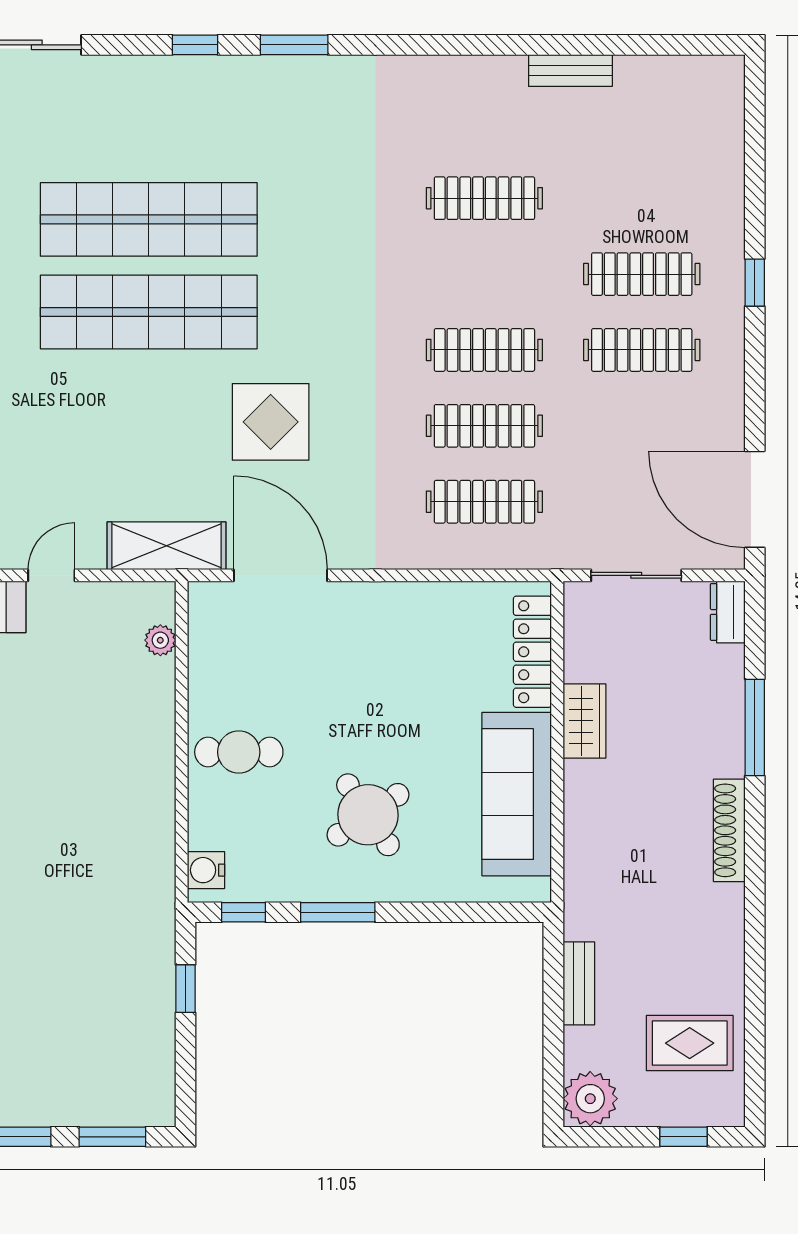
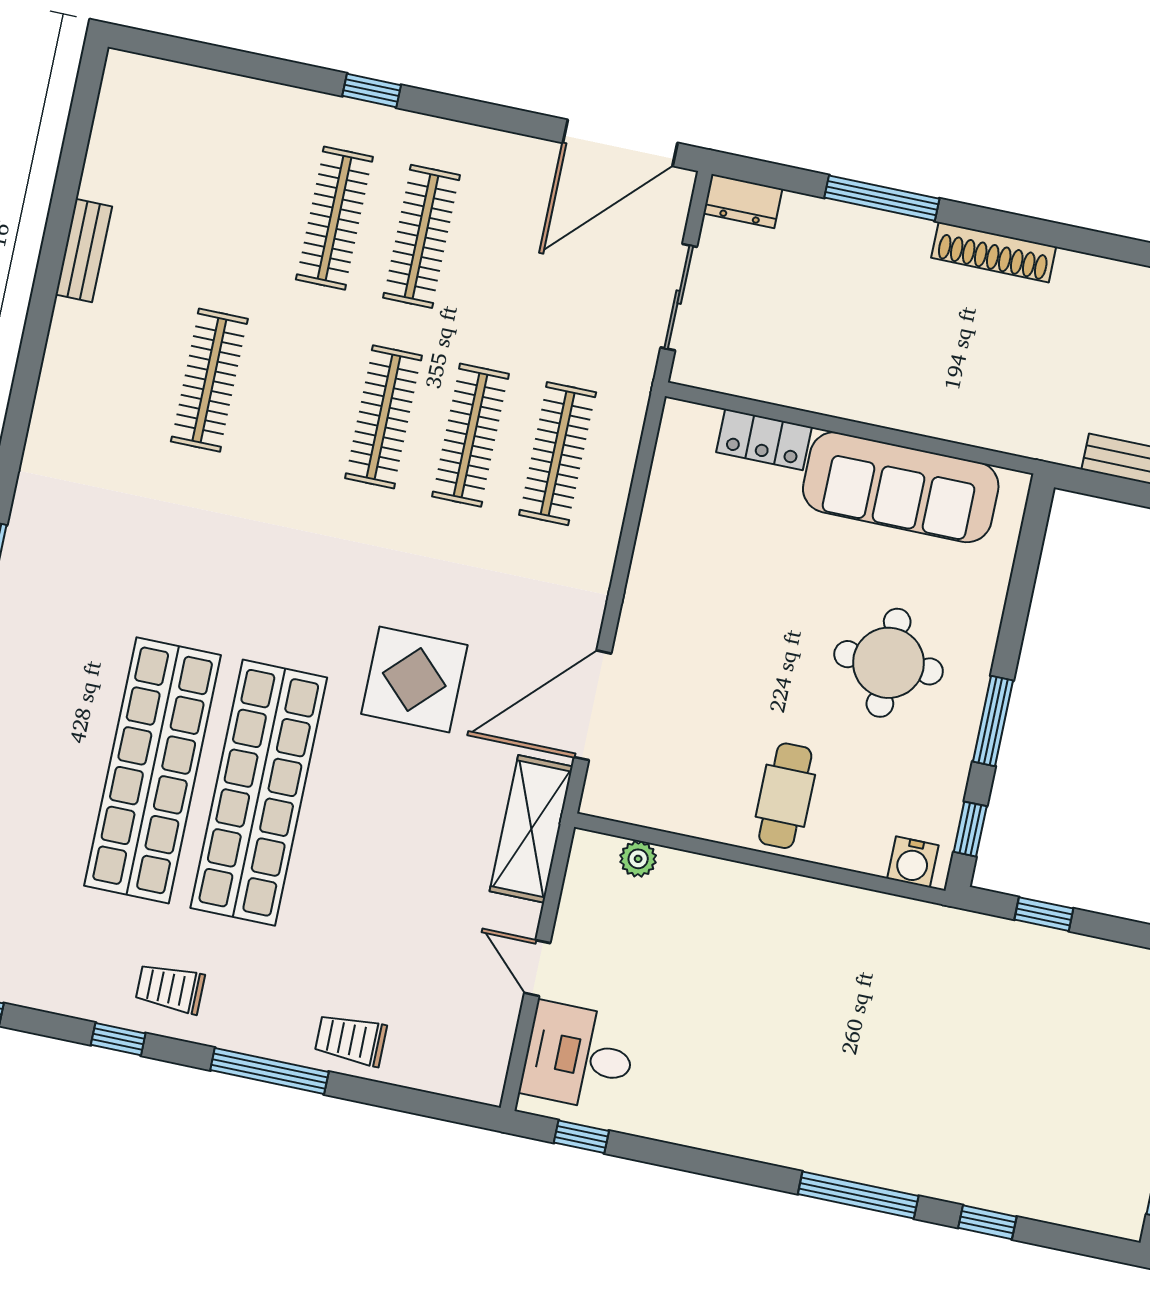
locker: (532, 652) -> (764, 440), width x0.66
wardrobe: (585, 721) -> (833, 392), removed
round table: (368, 815) -> (889, 663), turned 34

